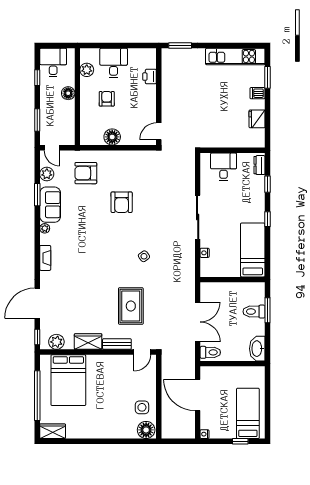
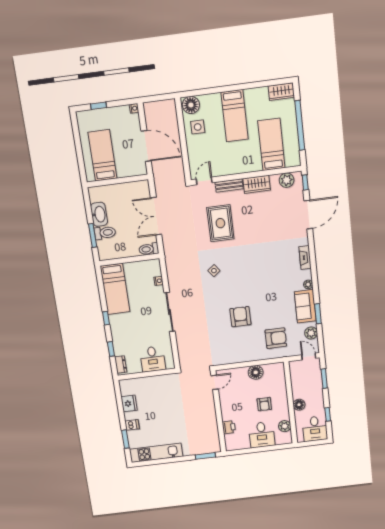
washbasin: (257, 349) -> (99, 214), moved
toilet: (210, 352) -> (149, 249), moved
bed: (68, 380) -> (271, 145), width x0.67
bed: (248, 413) -> (102, 155), moved, turned 180
bed: (103, 414) -> (235, 116), added

